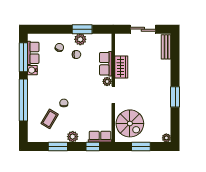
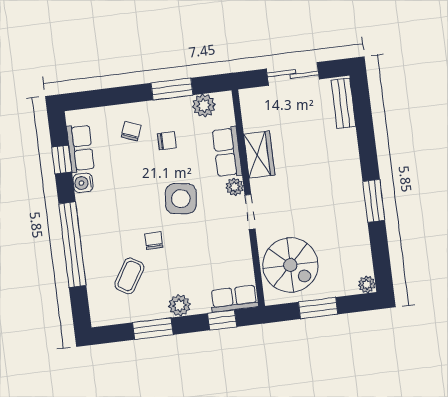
plant: (80, 39) -> (204, 106), moved
window: (23, 57) -> (62, 160), width x0.46
side table: (80, 84) -> (181, 199), added

